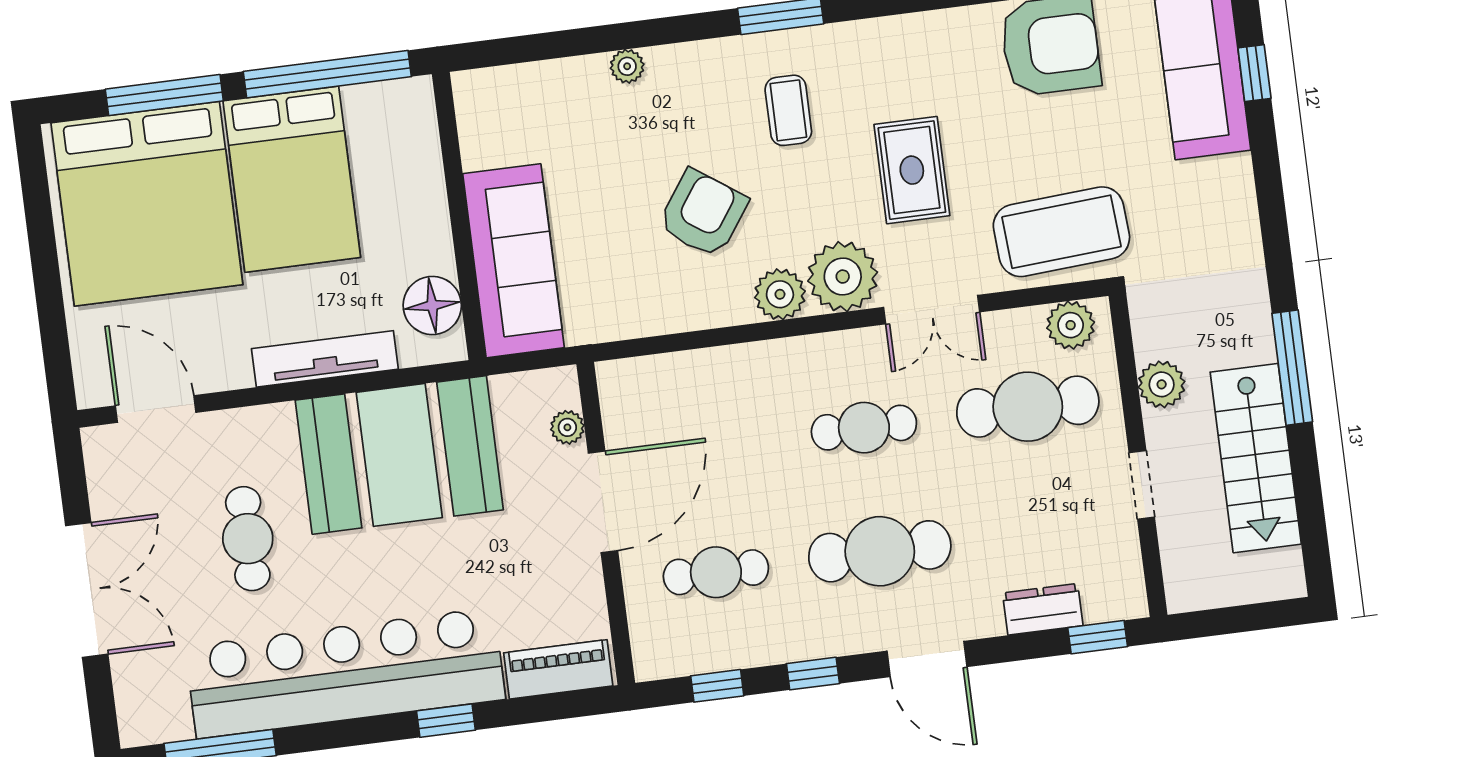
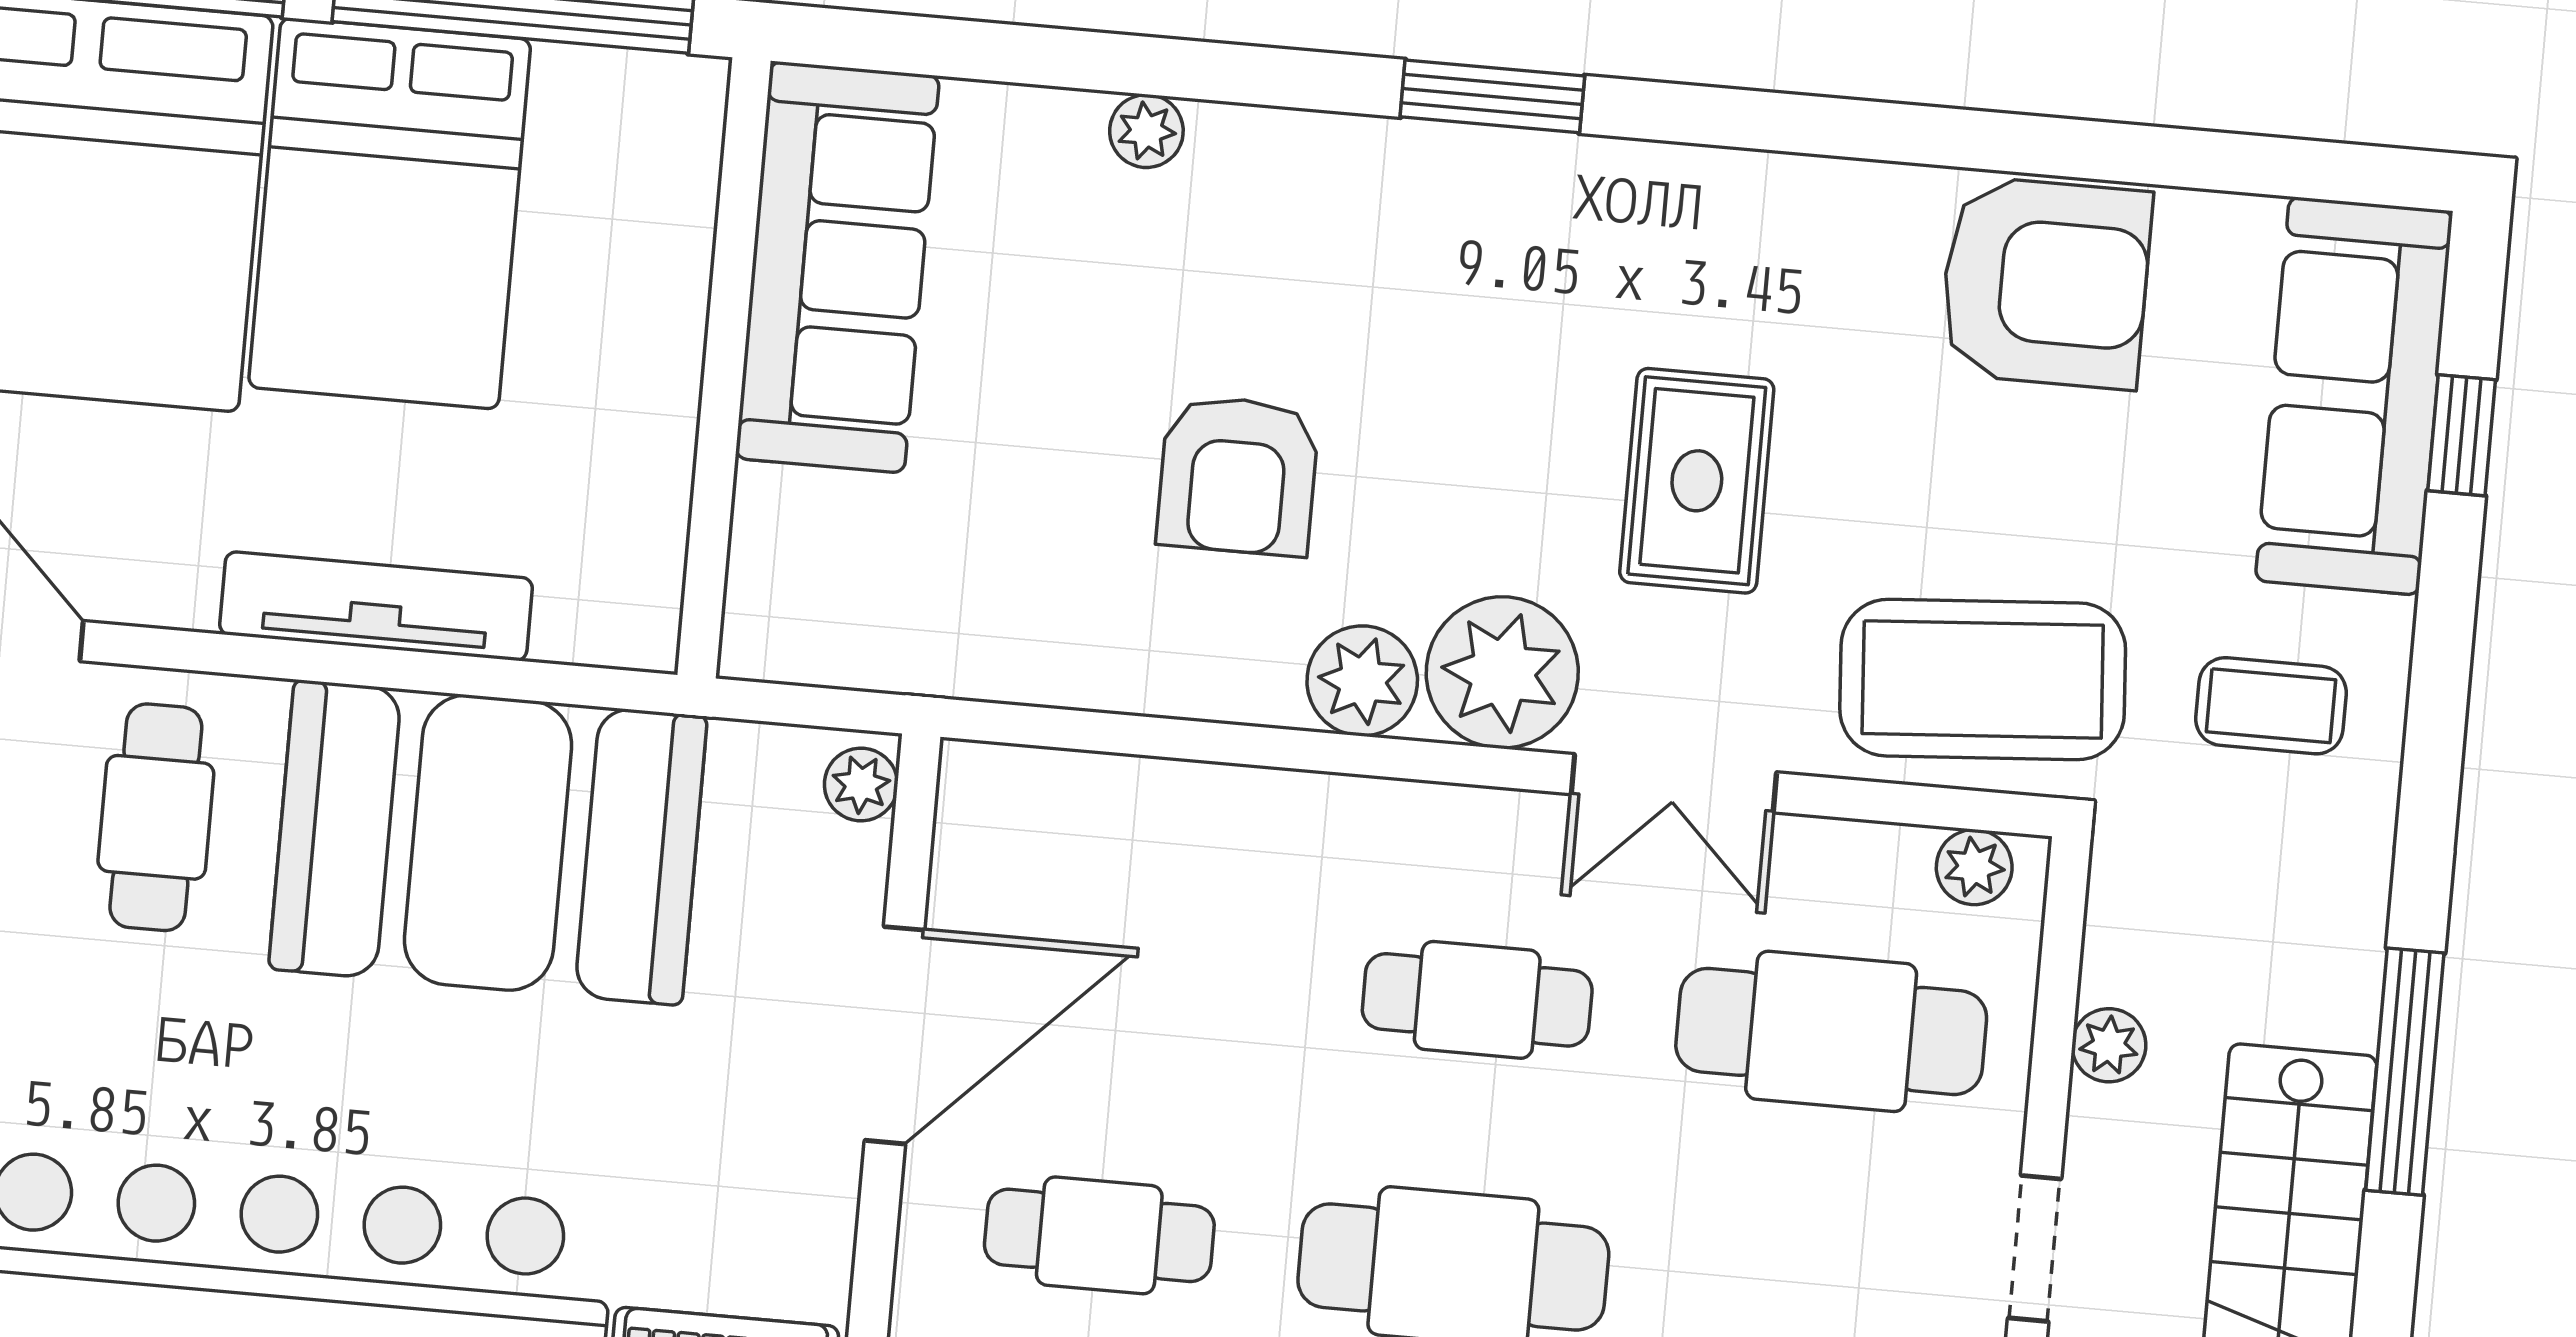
coffee table: (788, 110) -> (2271, 706), moved, turned 90
armchair: (703, 214) -> (1238, 475), turned 145
sofa: (513, 261) -> (837, 267), moved
floor lamp: (432, 305) -> (626, 544), removed
plant: (1071, 325) -> (1974, 867), width x0.73, depth x0.73
plant: (1162, 384) -> (2109, 1045), width x0.73, depth x0.73
plant: (567, 427) -> (861, 784), moved
cafe table: (248, 539) -> (156, 817), moved

